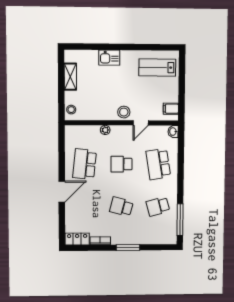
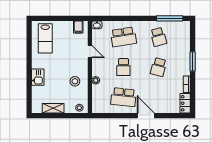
stool: (124, 112) -> (75, 81), moved

